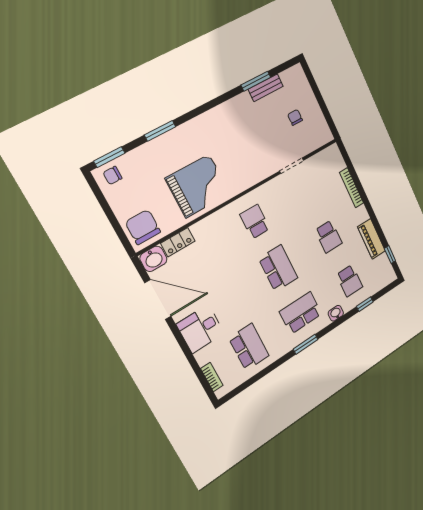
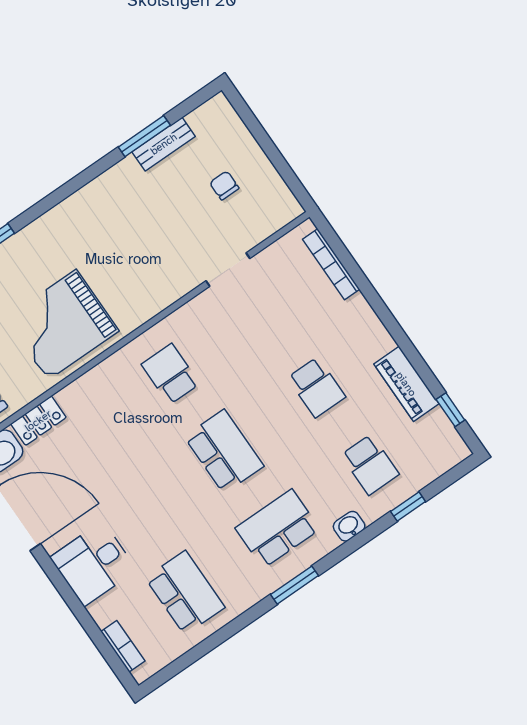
grand piano: (198, 186) -> (62, 325), turned 180
bookcase: (352, 188) -> (331, 264), moved

